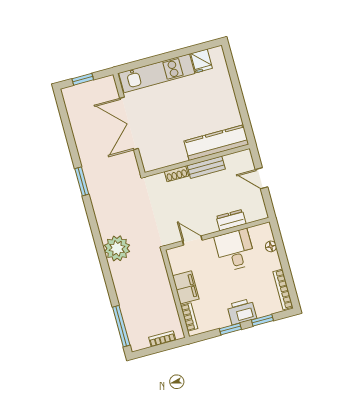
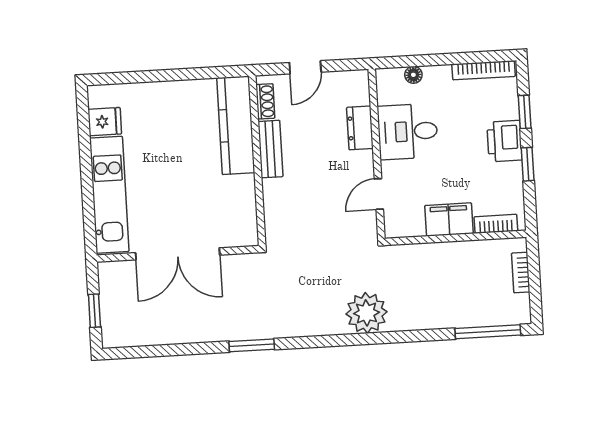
shoe rack: (176, 174) -> (265, 101), moved

